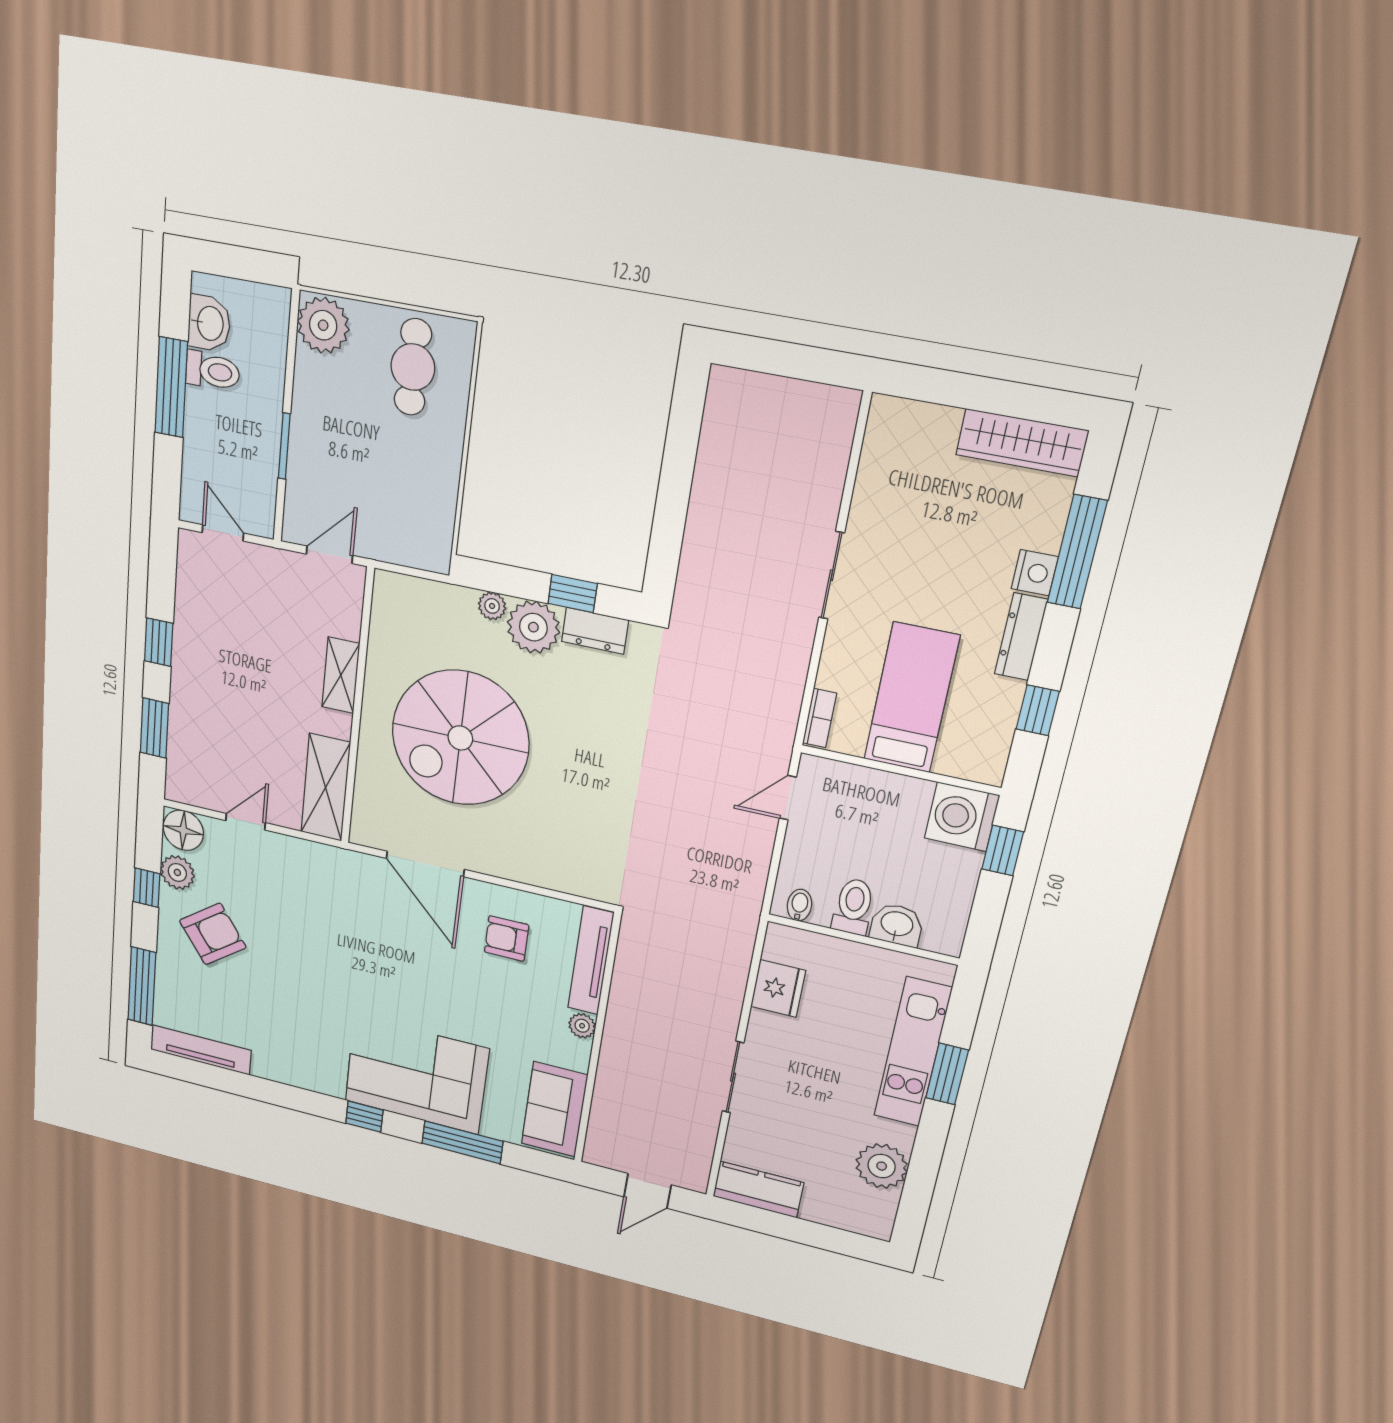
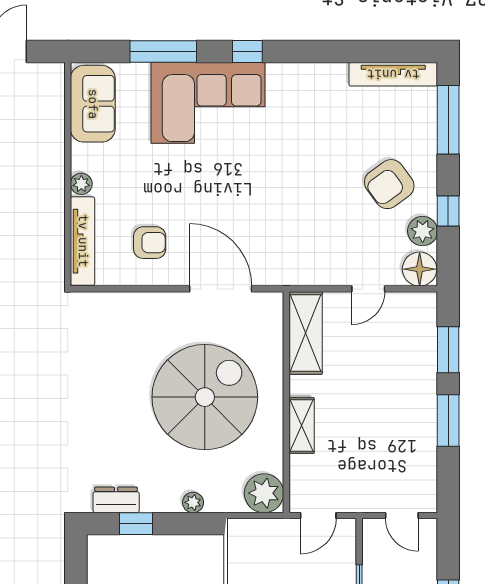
plant: (533, 627) -> (264, 493), moved
window: (159, 642) -> (448, 420), width x1.50

